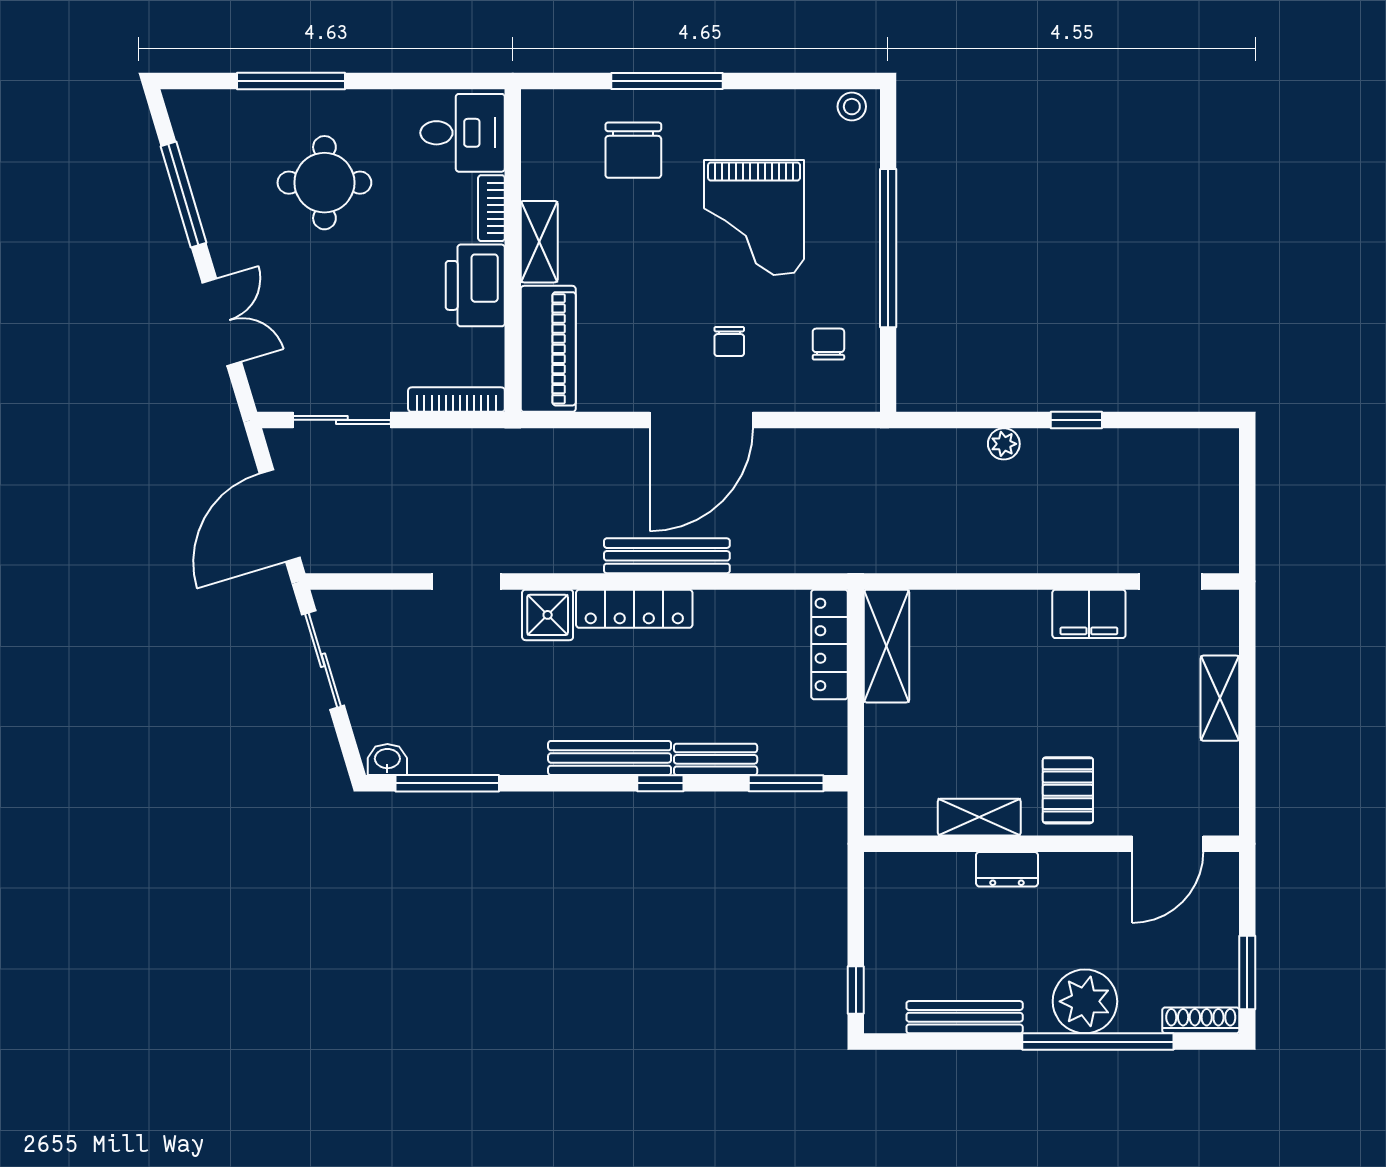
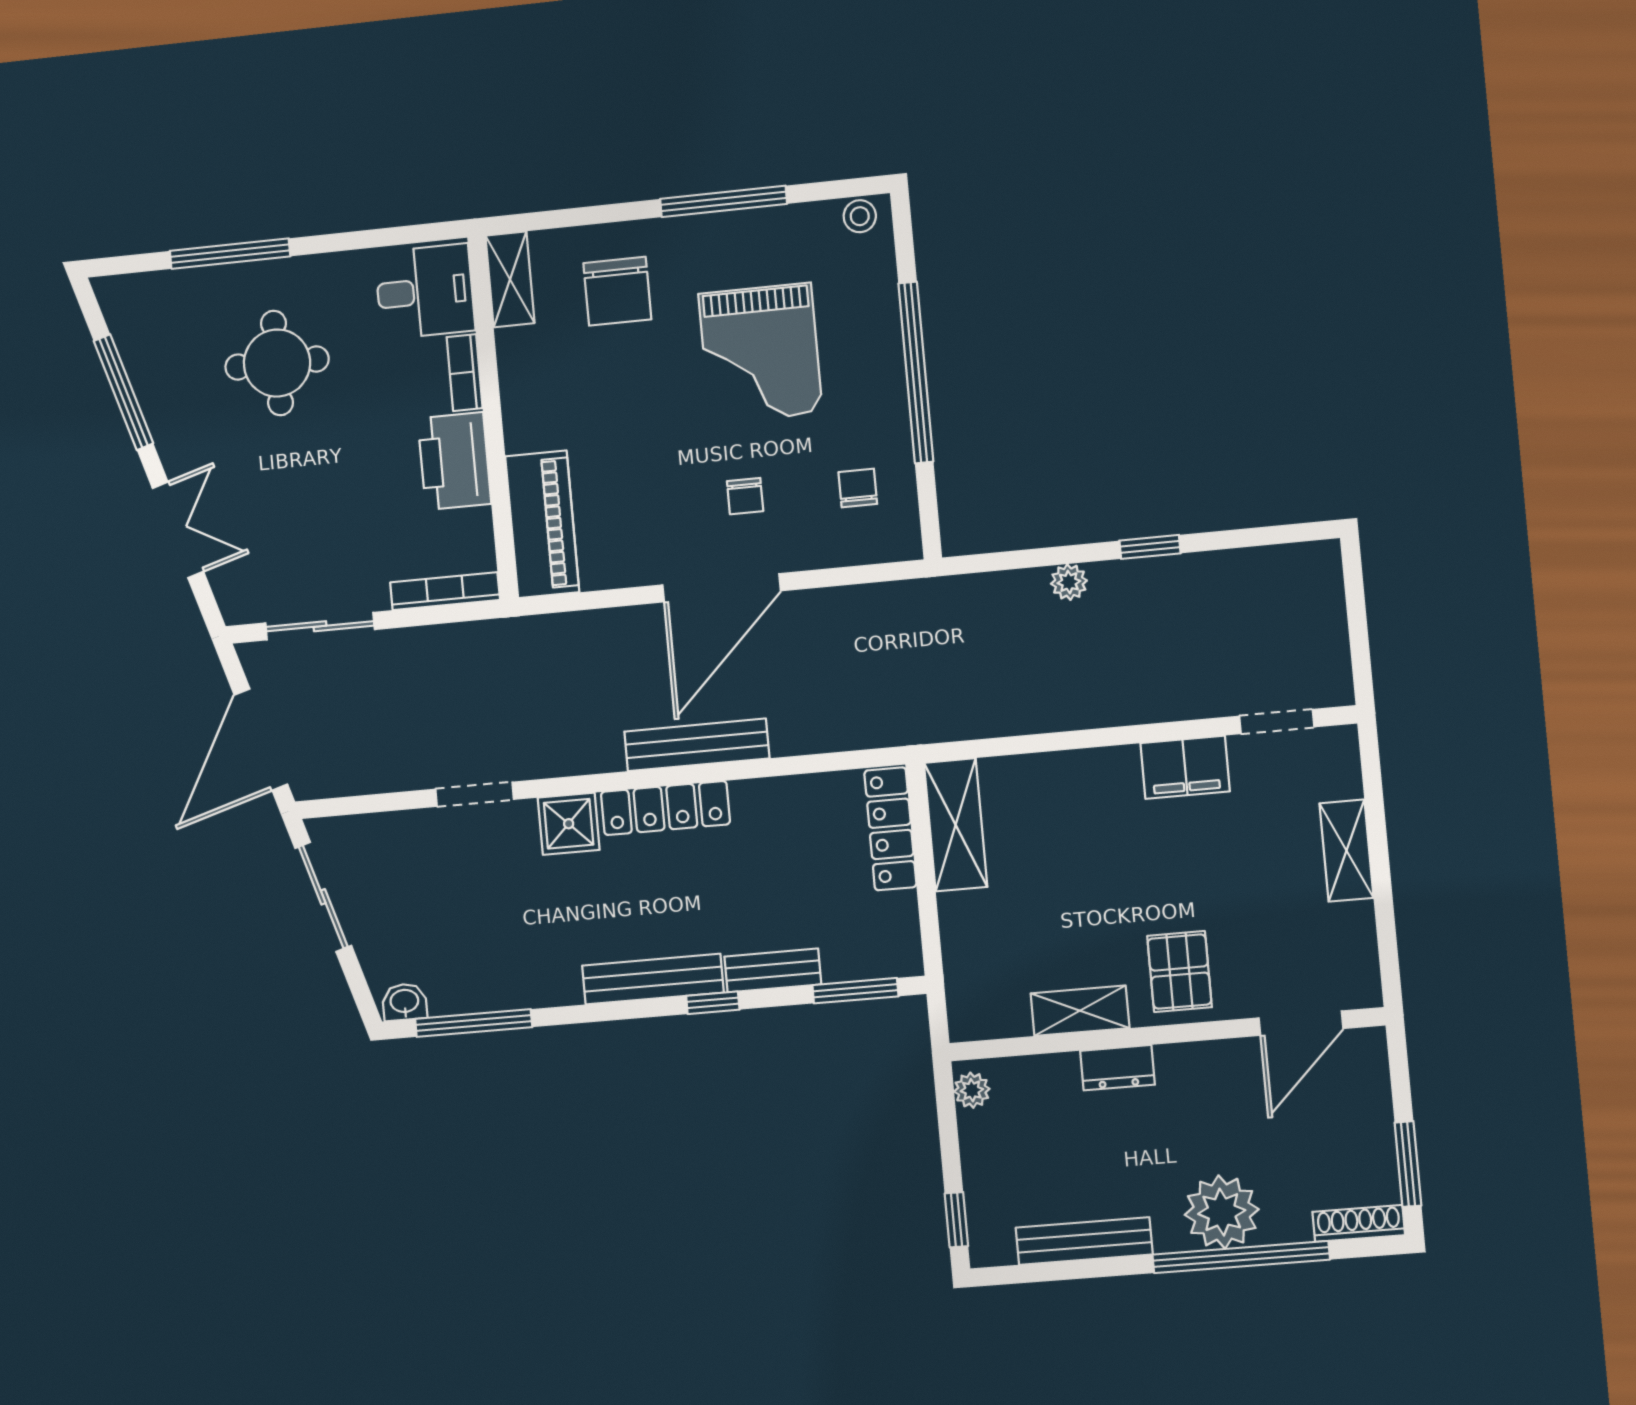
window: (667, 81) -> (724, 201), moved
shelving: (539, 242) -> (510, 279), moved
plant: (879, 878) -> (972, 1090), added

